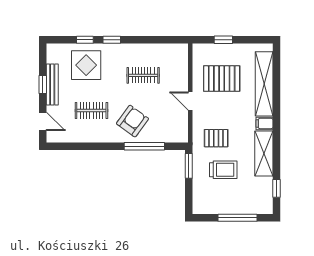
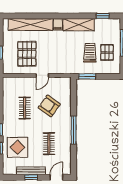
armchair: (132, 121) -> (49, 106), moved
pallet: (216, 138) -> (107, 52), moved
window: (144, 146) -> (74, 130), moved

